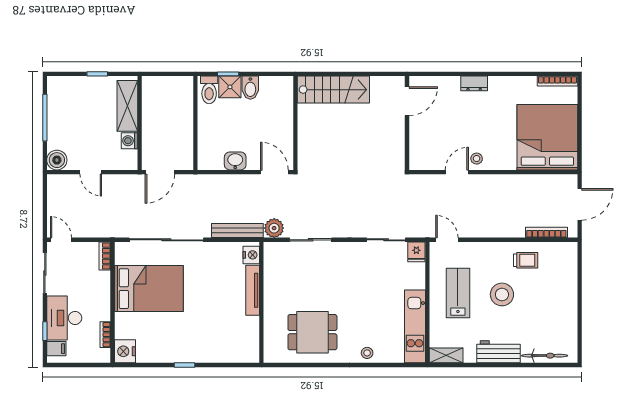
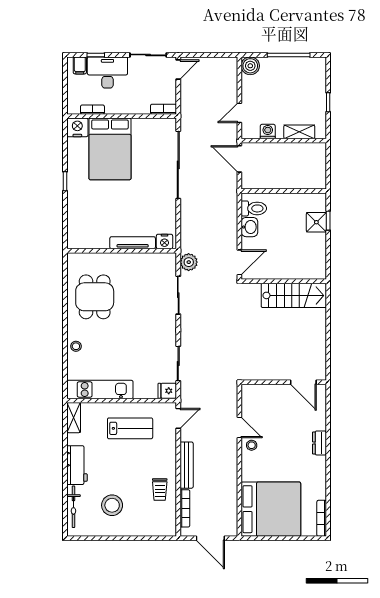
bidet: (250, 88) -> (316, 241), removed
toilet: (209, 90) -> (254, 208), moved, turned 180
stairs: (333, 90) -> (294, 295), moved, turned -90
shelving: (127, 106) -> (299, 132), width x0.67, depth x0.75
door: (91, 172) -> (239, 113), moved
bench: (237, 231) -> (187, 465), moved
bed: (149, 289) -> (110, 149), moved
stool: (502, 294) -> (112, 505), moved

